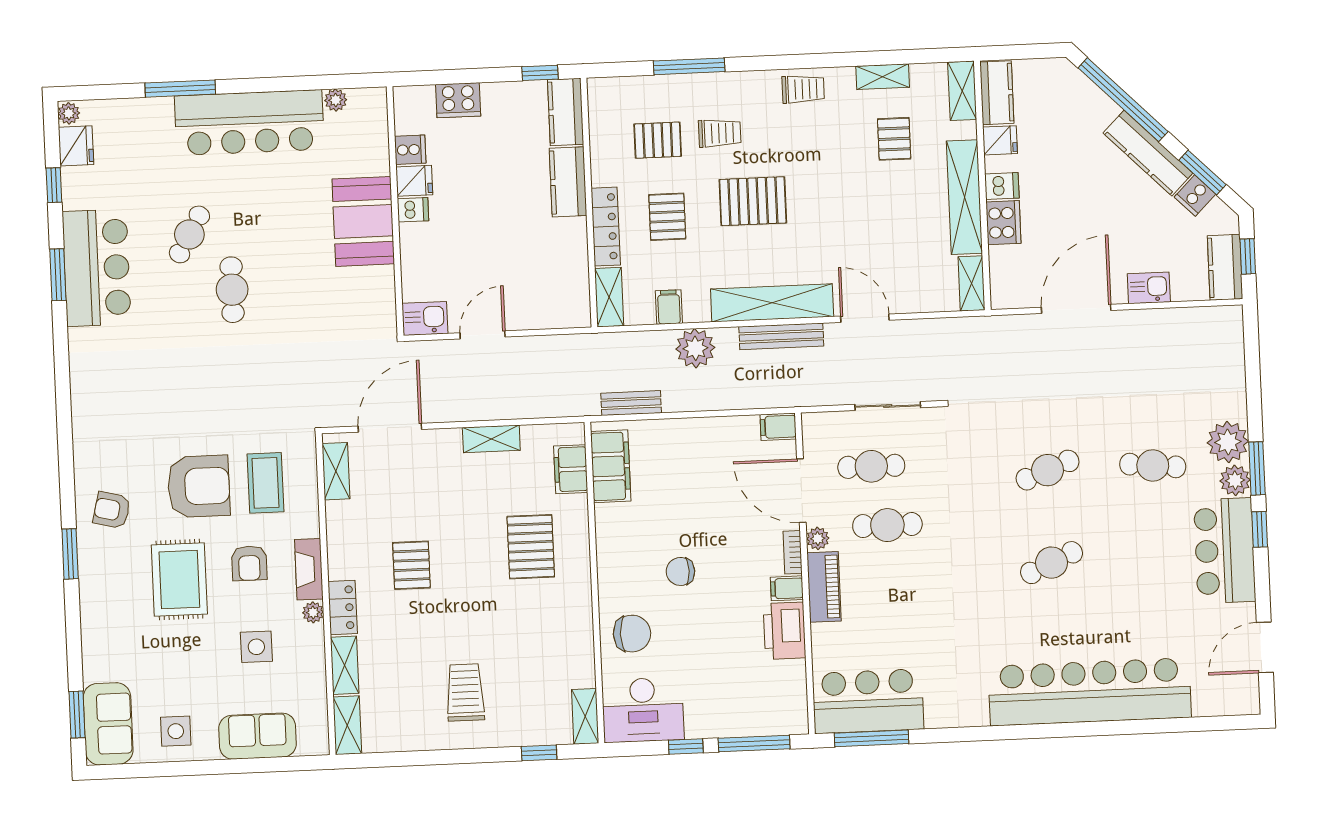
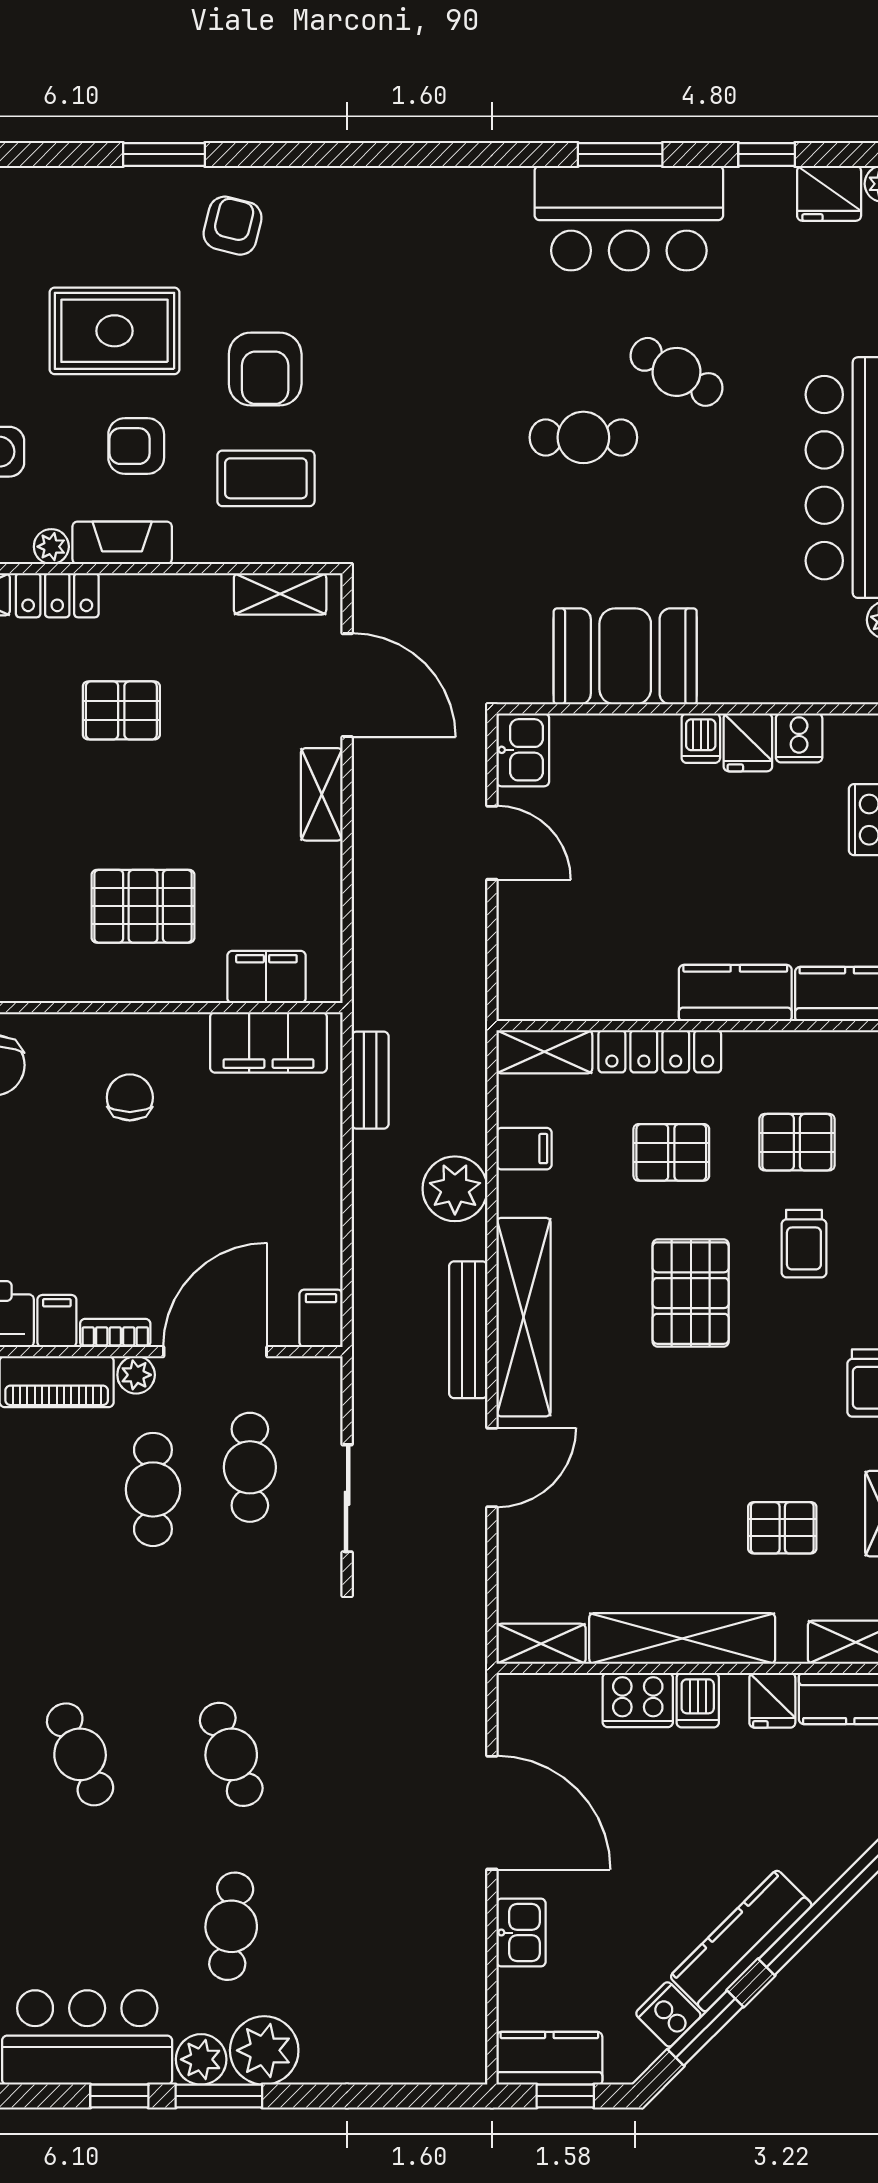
pallet: (658, 140) -> (797, 1142), turned 90
booth: (363, 221) -> (625, 656), moved
shelving: (491, 439) -> (322, 794), moved
armchair: (199, 486) -> (265, 369), width x0.73, depth x0.73
chair: (680, 571) -> (130, 1097), moved

